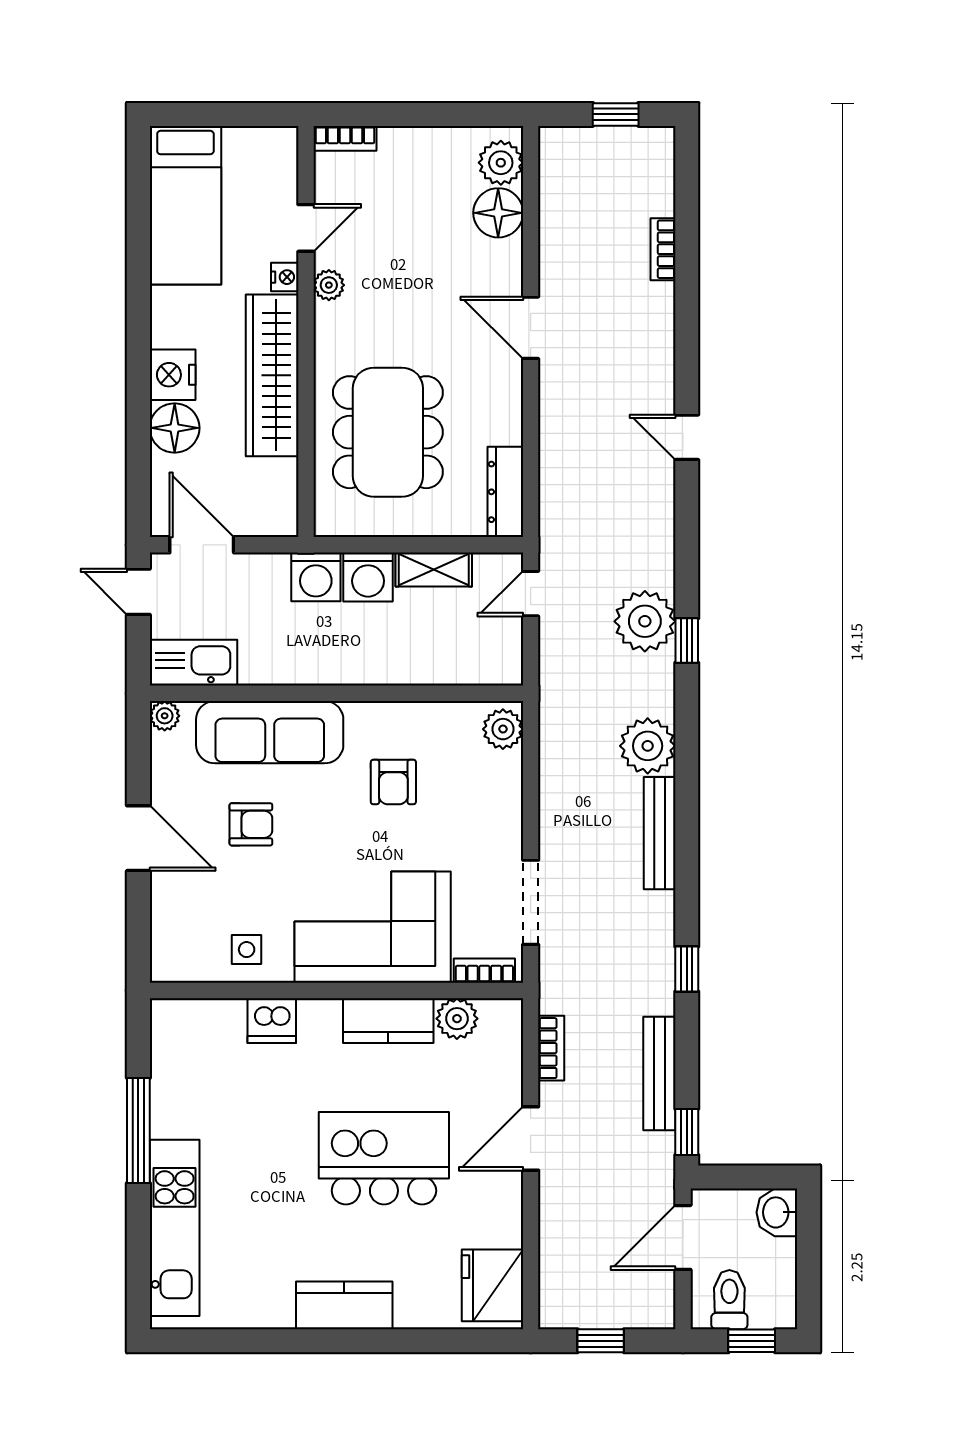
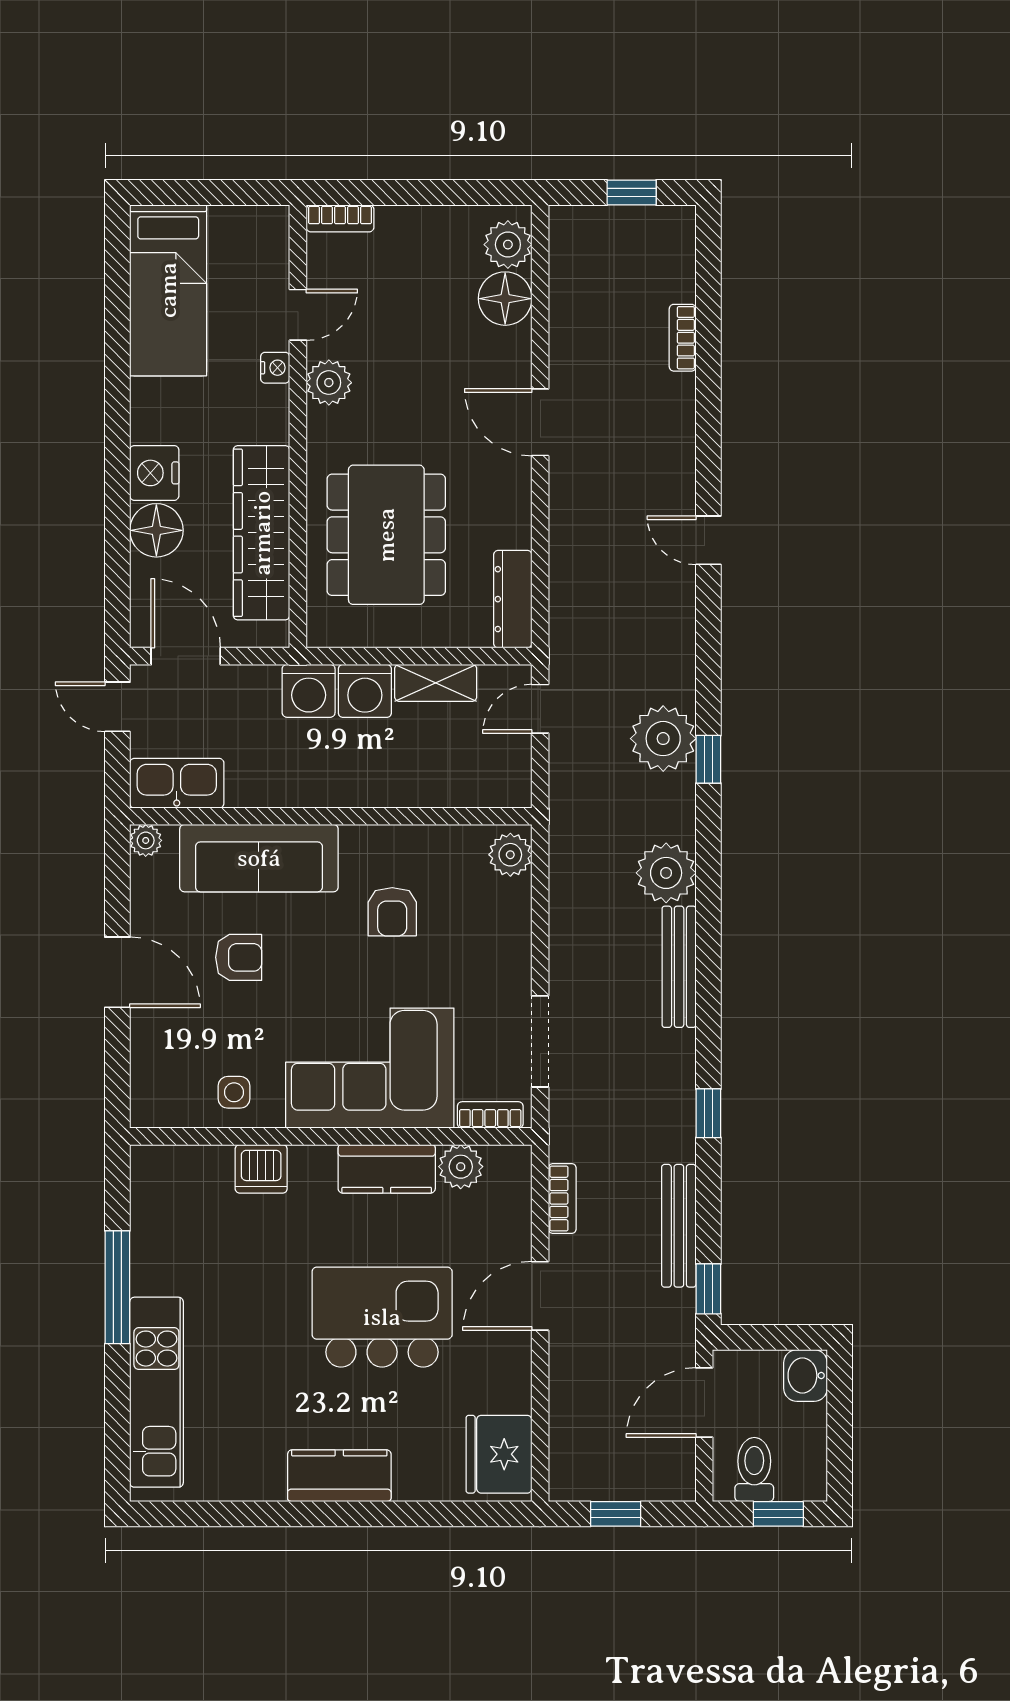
plant: (329, 285) -> (329, 383), width x1.38, depth x1.38
wardrobe: (272, 375) -> (262, 533), moved

